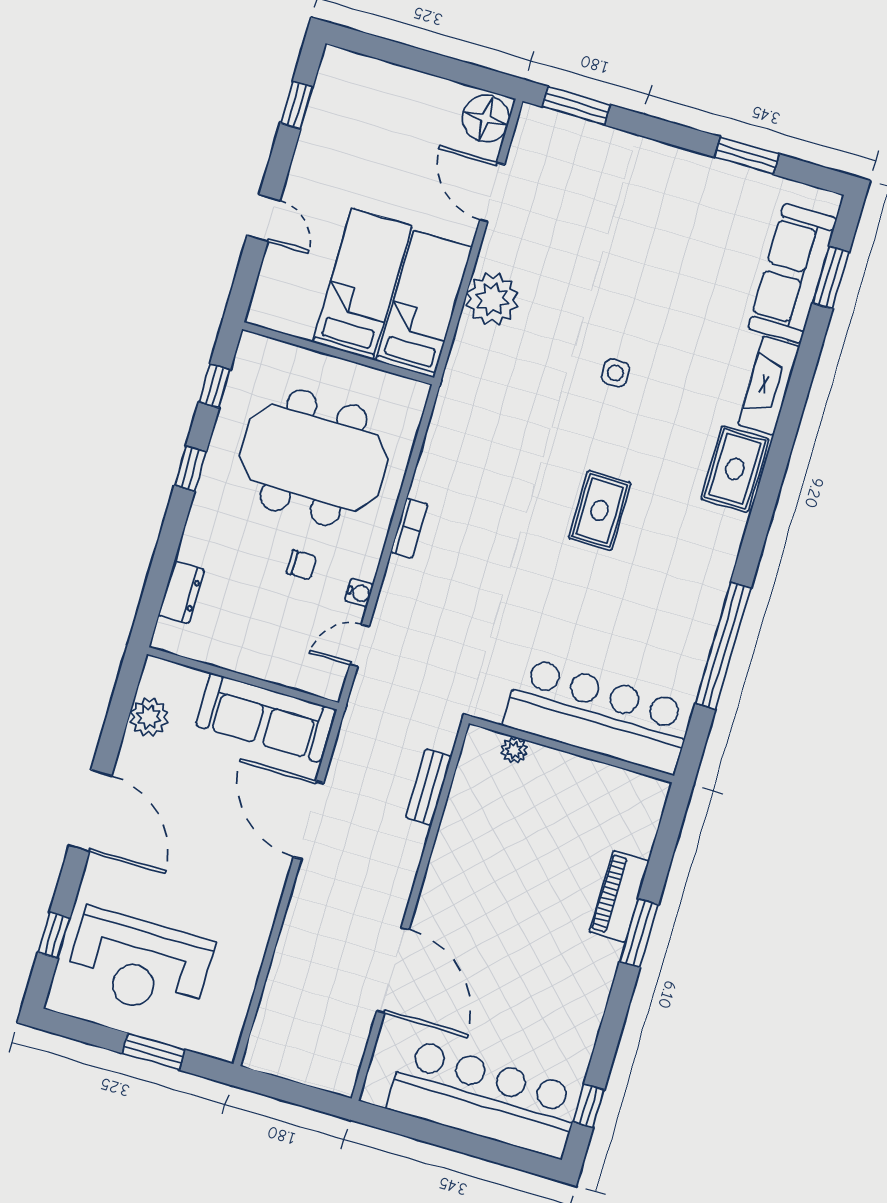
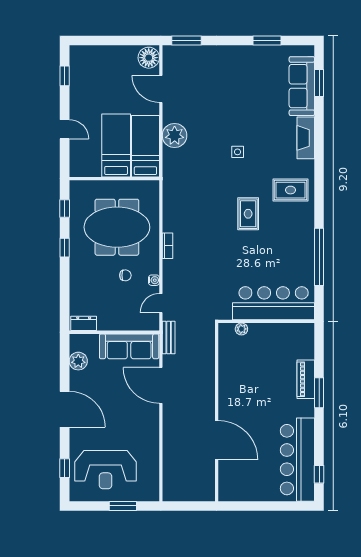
rug: (735, 469) -> (290, 190), moved, turned 90
dresser: (181, 592) -> (84, 323), moved, turned -90
bench: (429, 787) -> (169, 337), moved
bar counter: (484, 1098) -> (297, 460), moved, turned -90

